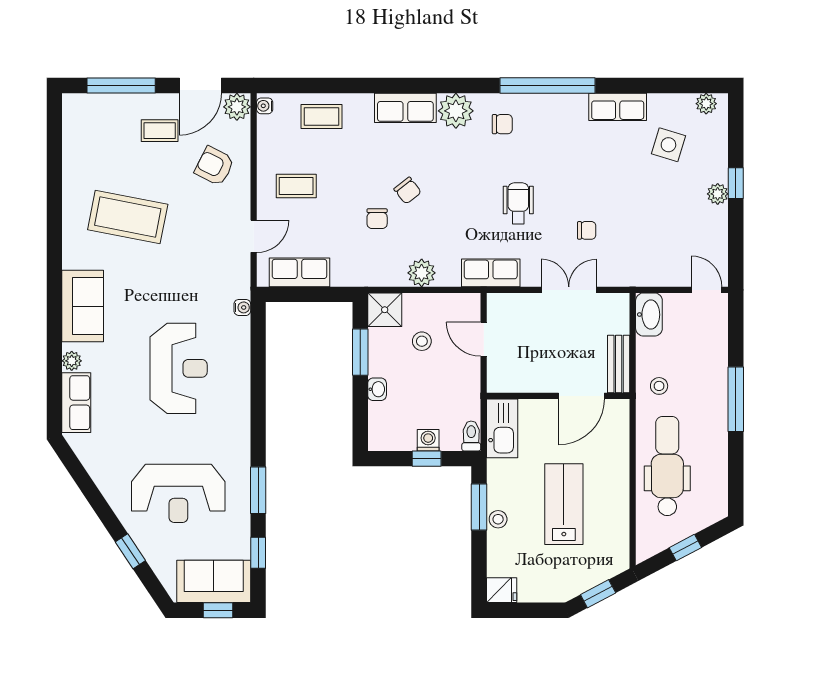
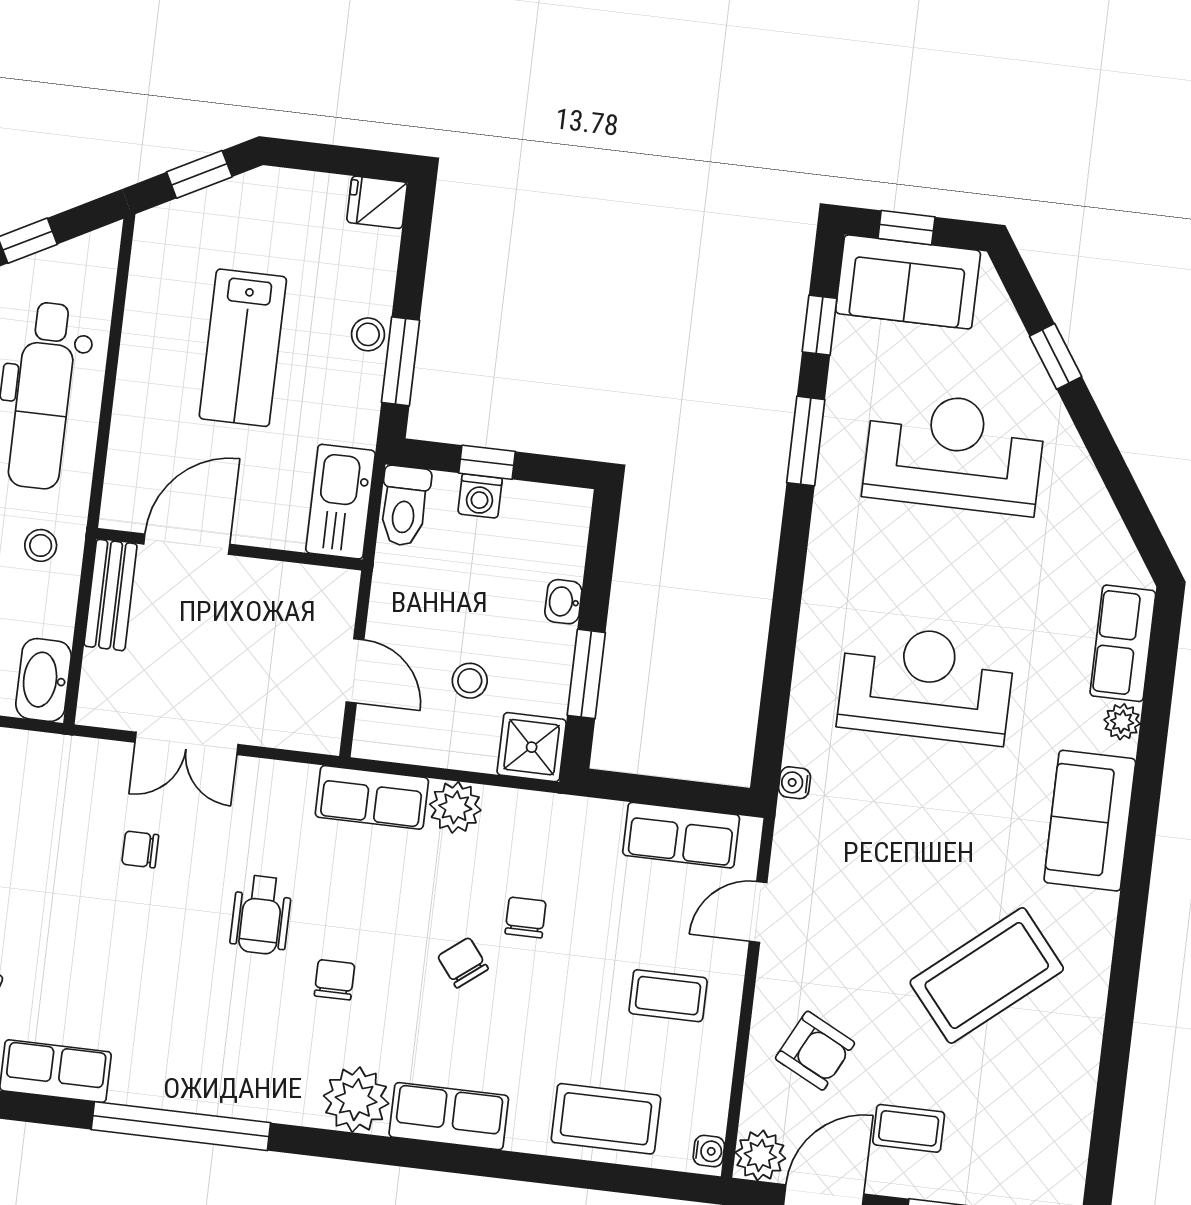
coffee table: (321, 116) -> (606, 1119), width x1.36, depth x1.30
chair: (502, 124) -> (334, 980), moved, turned 90
coffee table: (128, 217) -> (987, 975), turned -51
row of seats: (491, 273) -> (372, 797), moved
reception desk: (179, 368) -> (926, 684), turned 90
toilet: (471, 436) -> (404, 506), width x1.37, depth x1.39

